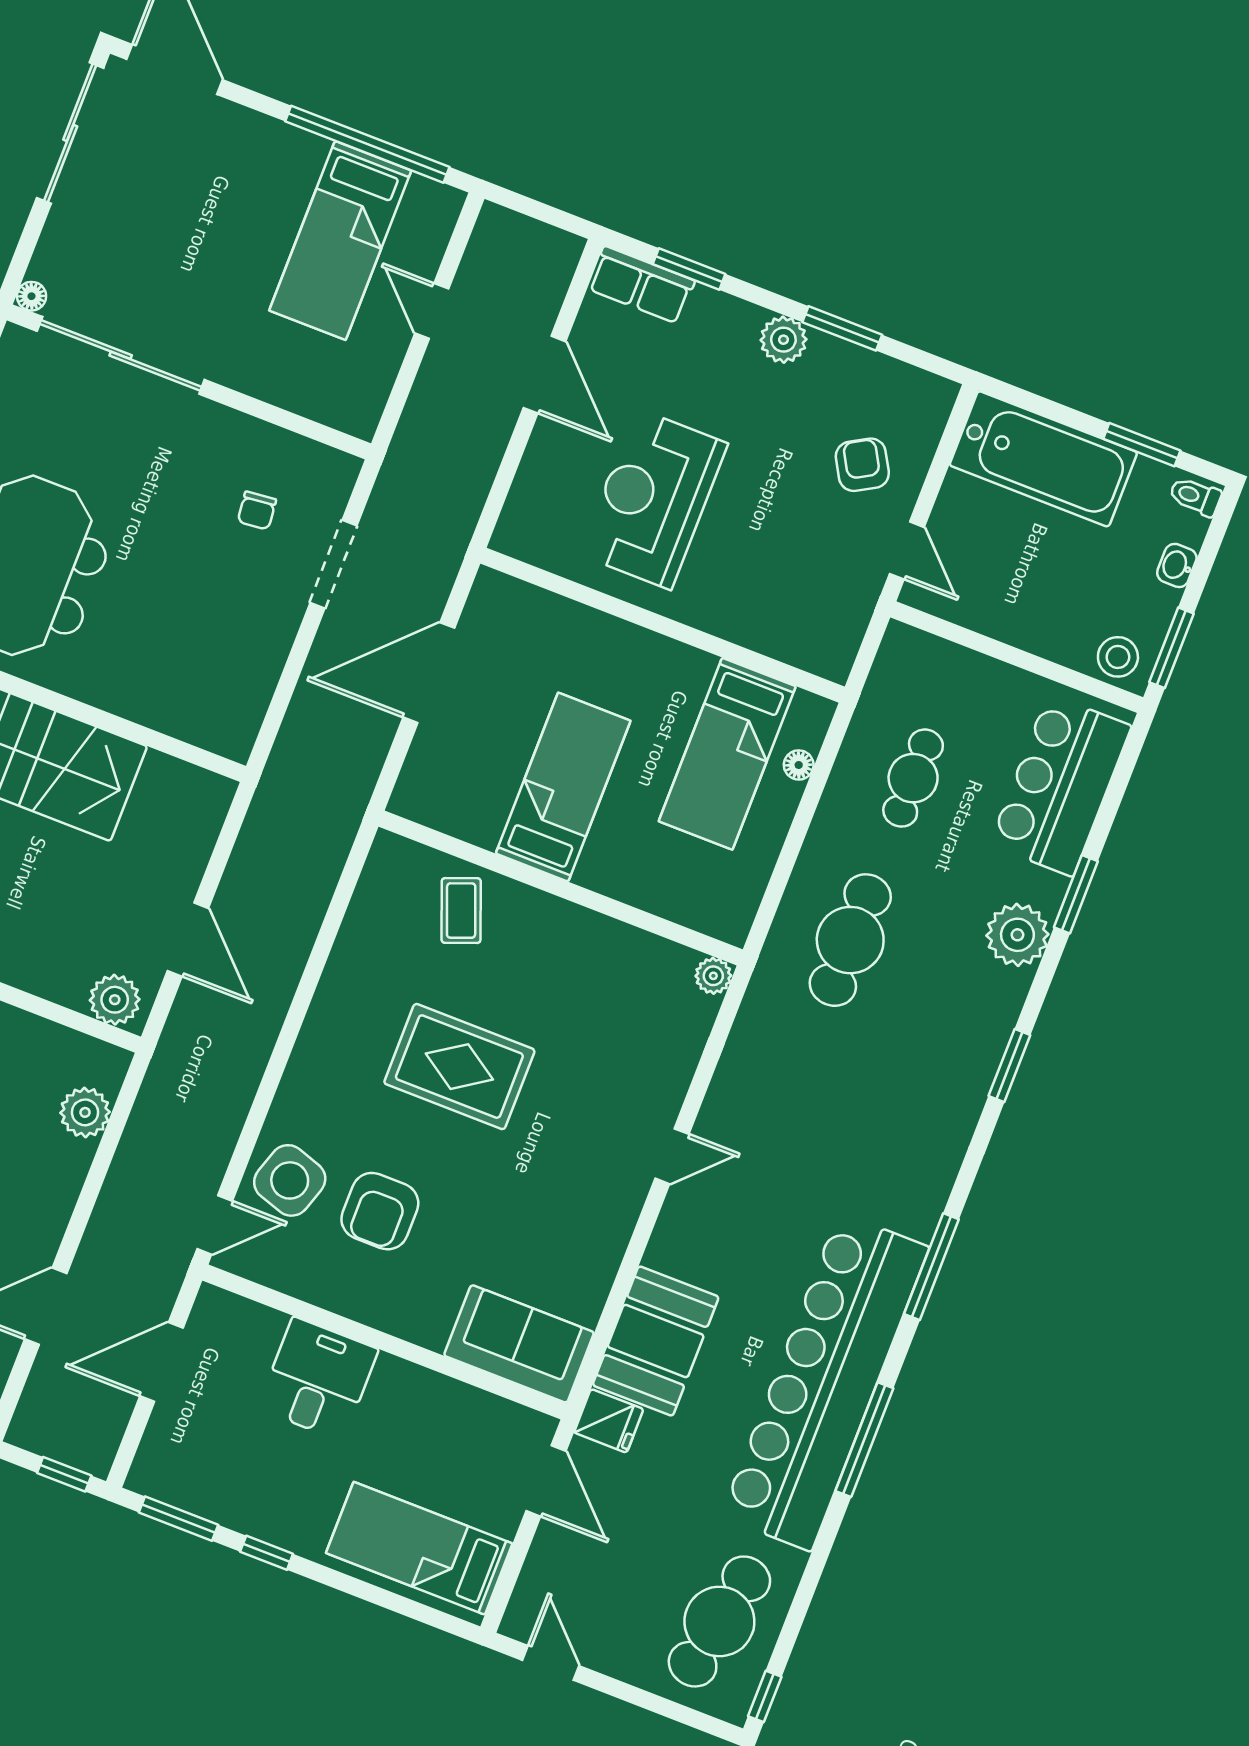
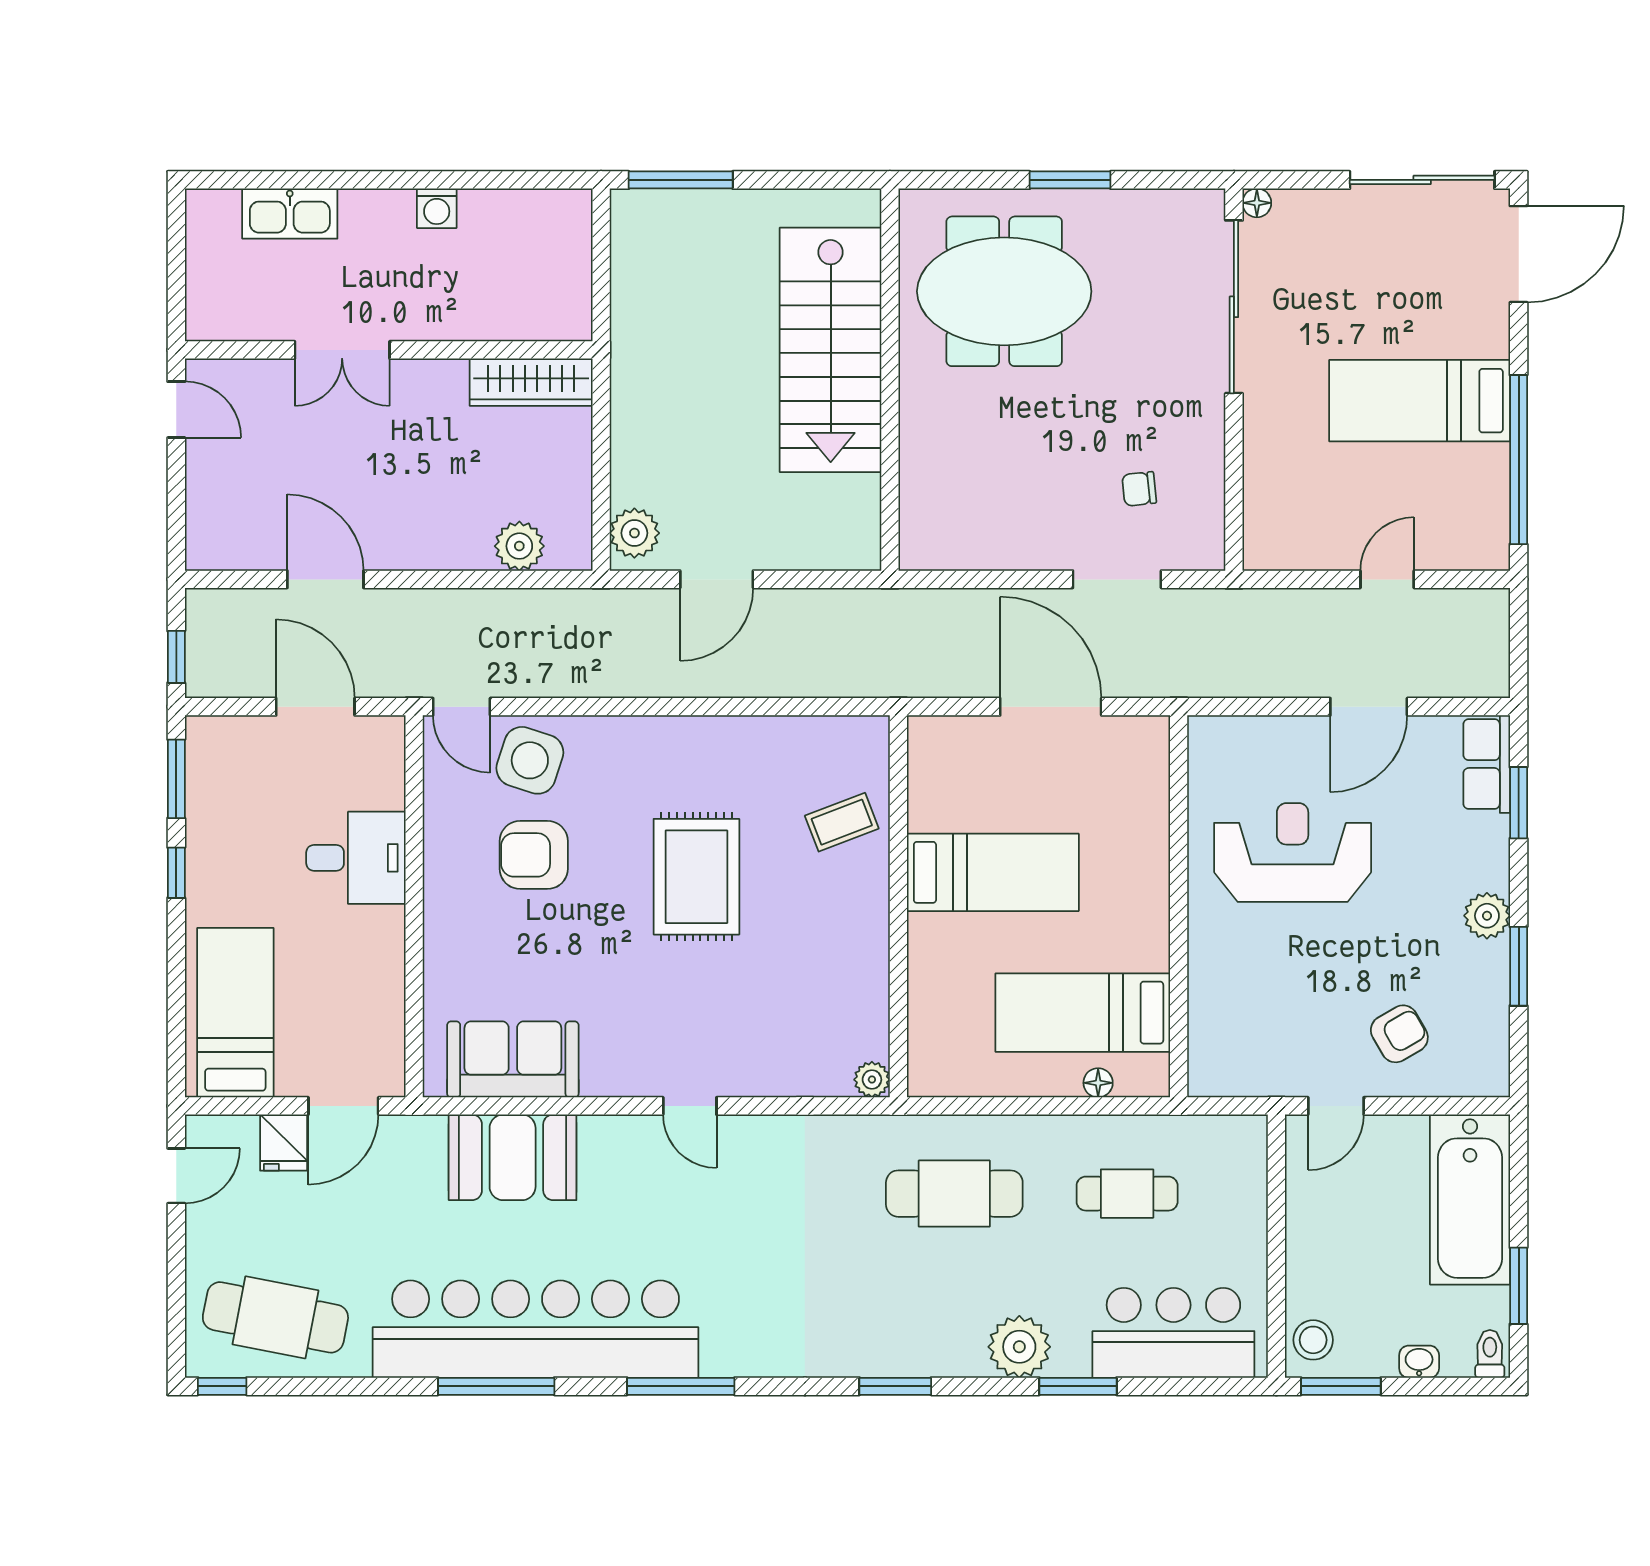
bed: (340, 240) -> (1420, 401), moved
sofa: (519, 1344) -> (513, 1059), moved, turned -90
fridge: (609, 1421) -> (284, 1143), moved

